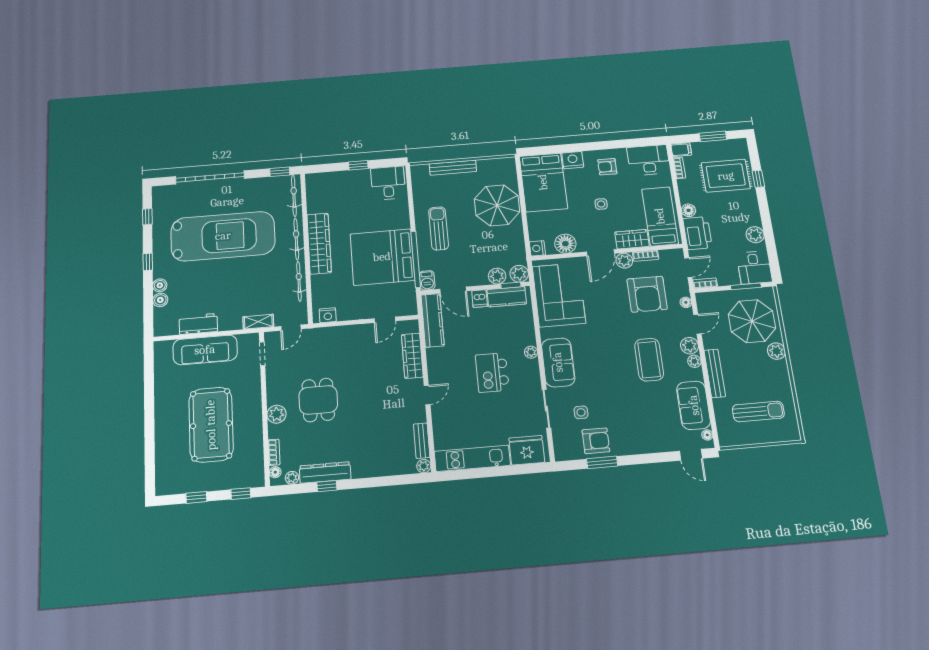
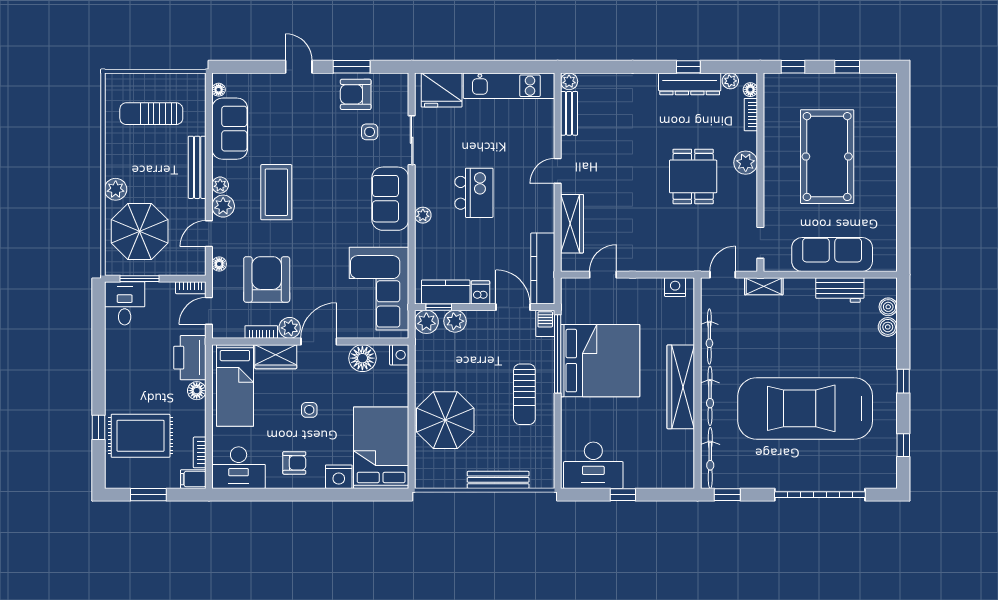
desk: (388, 183) -> (593, 465), width x1.37
plant: (755, 235) -> (116, 349), removed
boiler: (160, 285) -> (888, 307), moved
door: (691, 455) -> (299, 67), moved

